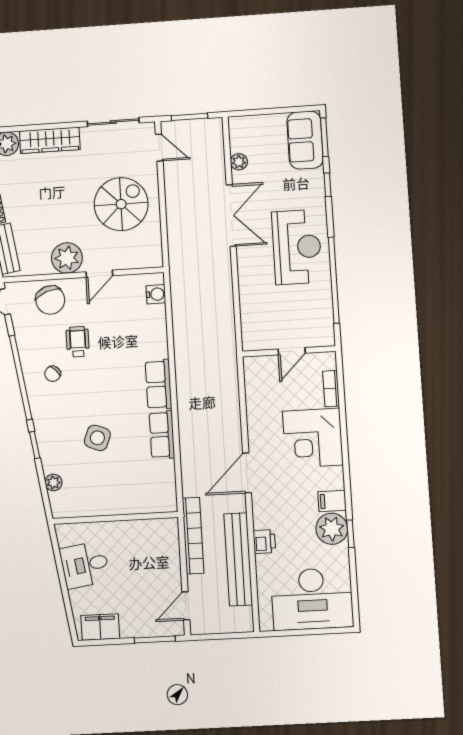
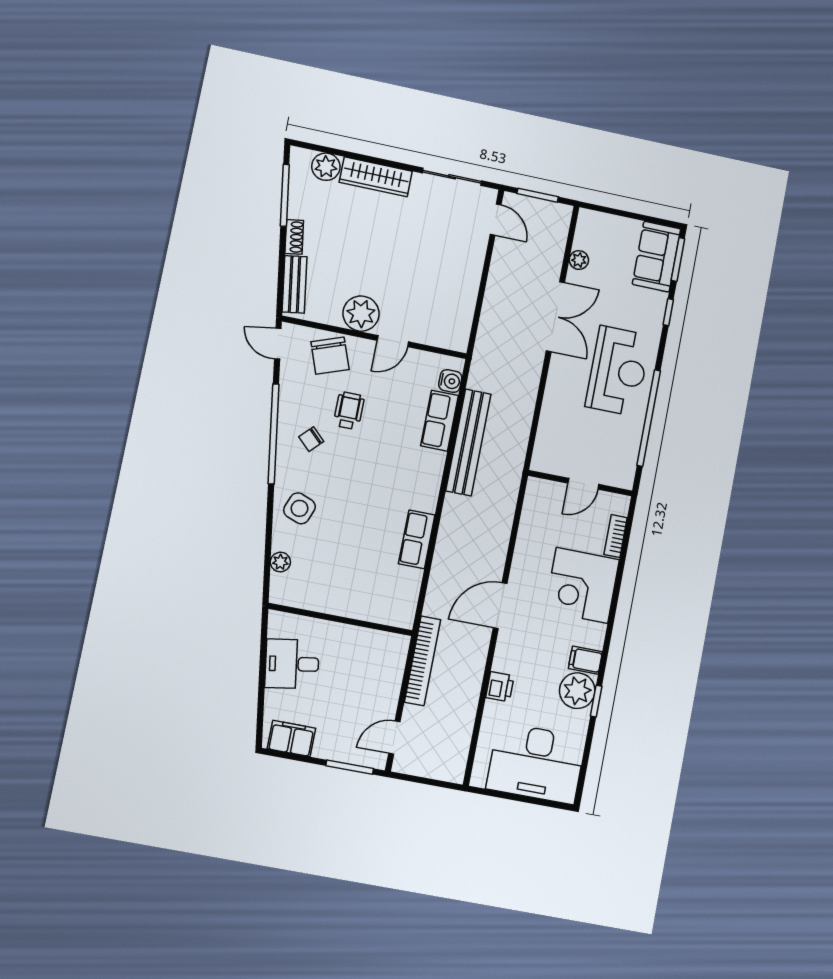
spiral stairs: (121, 204) -> (437, 270), removed
row of seats: (159, 384) -> (439, 421), moved
side table: (97, 438) -> (299, 508), moved
window: (35, 445) -> (270, 514), removed
bench: (238, 559) -> (468, 442), moved

